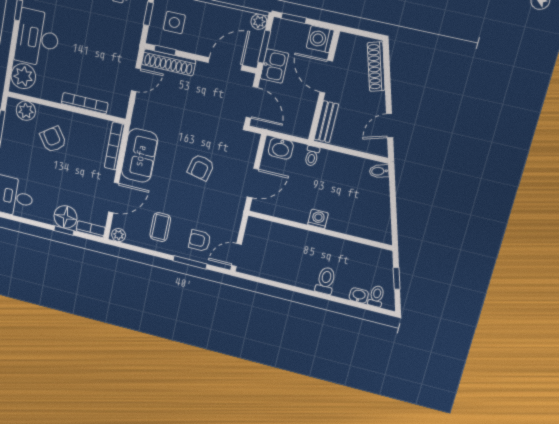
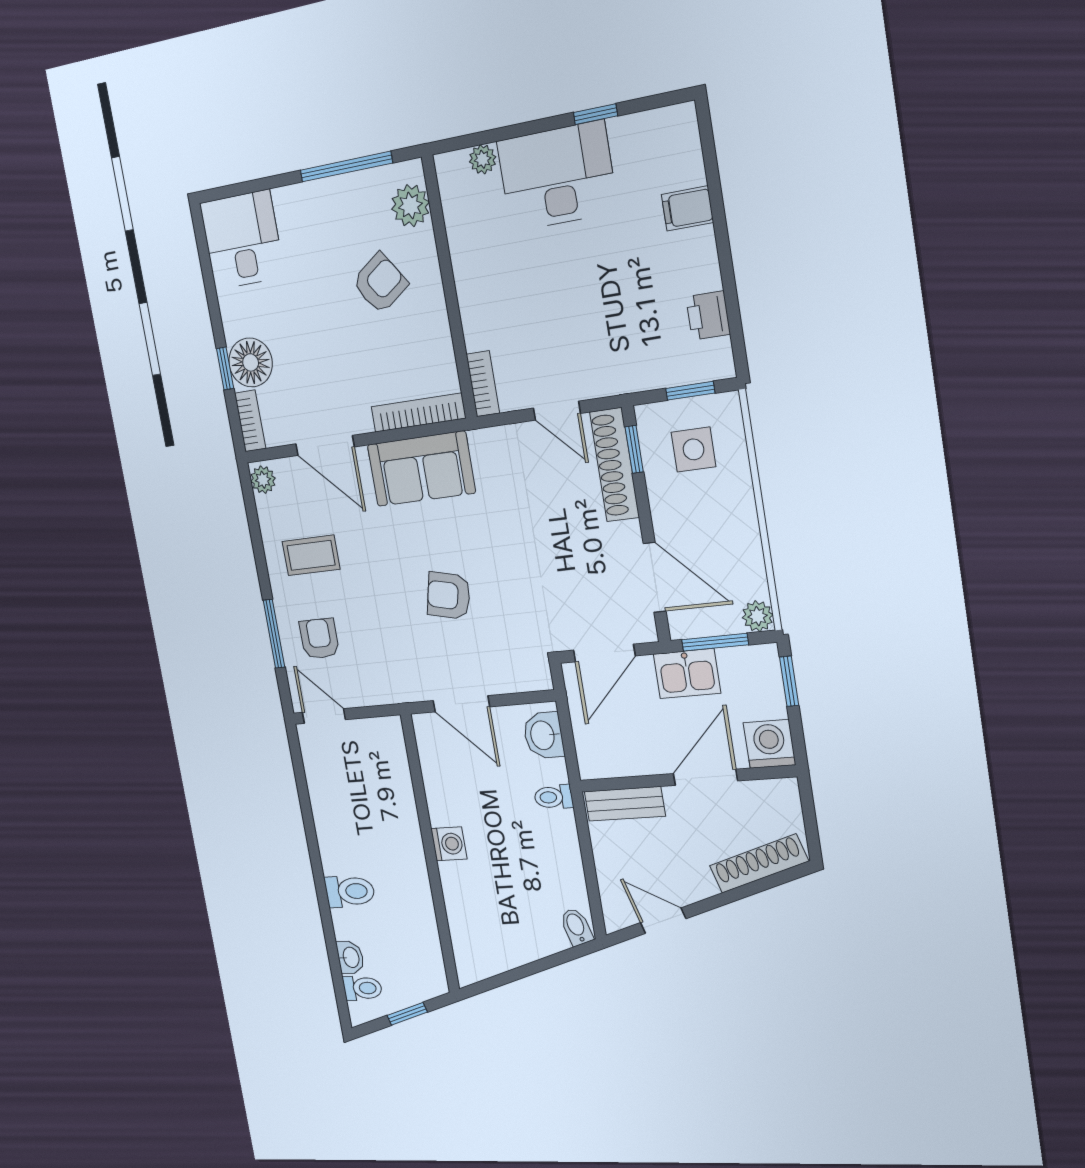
plant: (23, 76) -> (483, 159), width x0.53, depth x0.53
bookcase: (85, 103) -> (483, 384), moved, width x0.64

